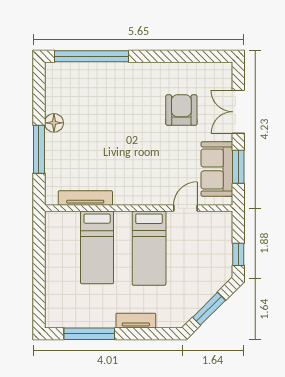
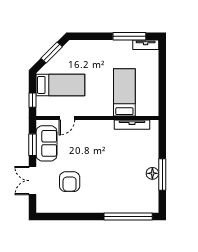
double door: (238, 112) -> (33, 181), swing flipped
window: (39, 149) -> (162, 174), moved
bed: (149, 248) -> (60, 85), moved, turned 90
window: (238, 254) -> (33, 100), moved
tv unit: (136, 321) -> (146, 45), moved

